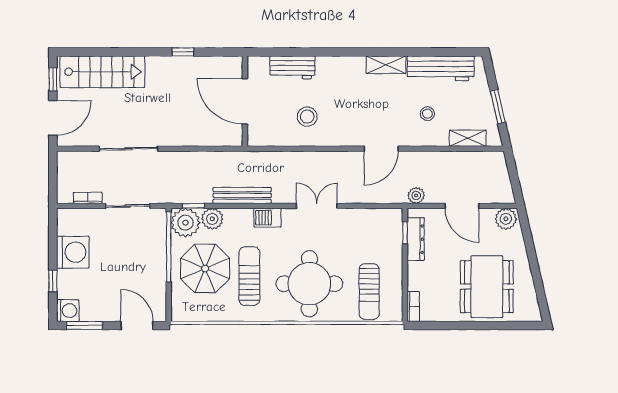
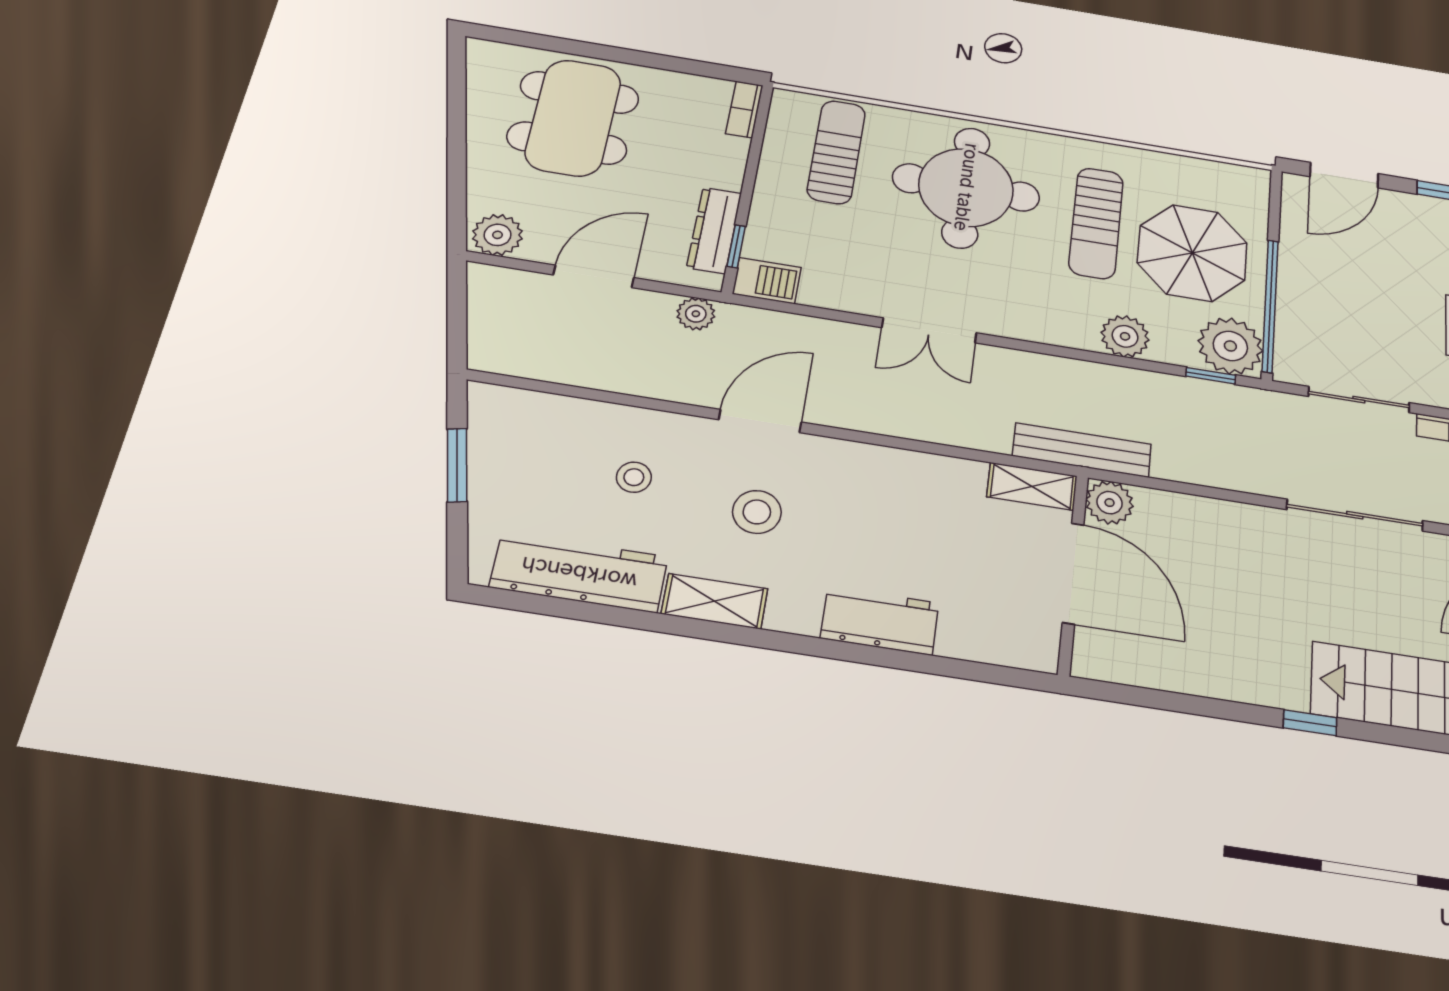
window: (183, 52) -> (1310, 723), moved
workbench: (293, 67) -> (880, 620), moved
stool: (307, 117) -> (757, 512), moved
plant: (233, 136) -> (1110, 503), added
shelving: (468, 138) -> (1032, 486), moved
bench: (242, 195) -> (1082, 450), moved
door: (462, 206) -> (594, 276), hinge flipped
barbecue: (267, 218) -> (767, 281), moved
plant: (212, 219) -> (1125, 336), moved
door: (137, 325) -> (1344, 175), hinge flipped

